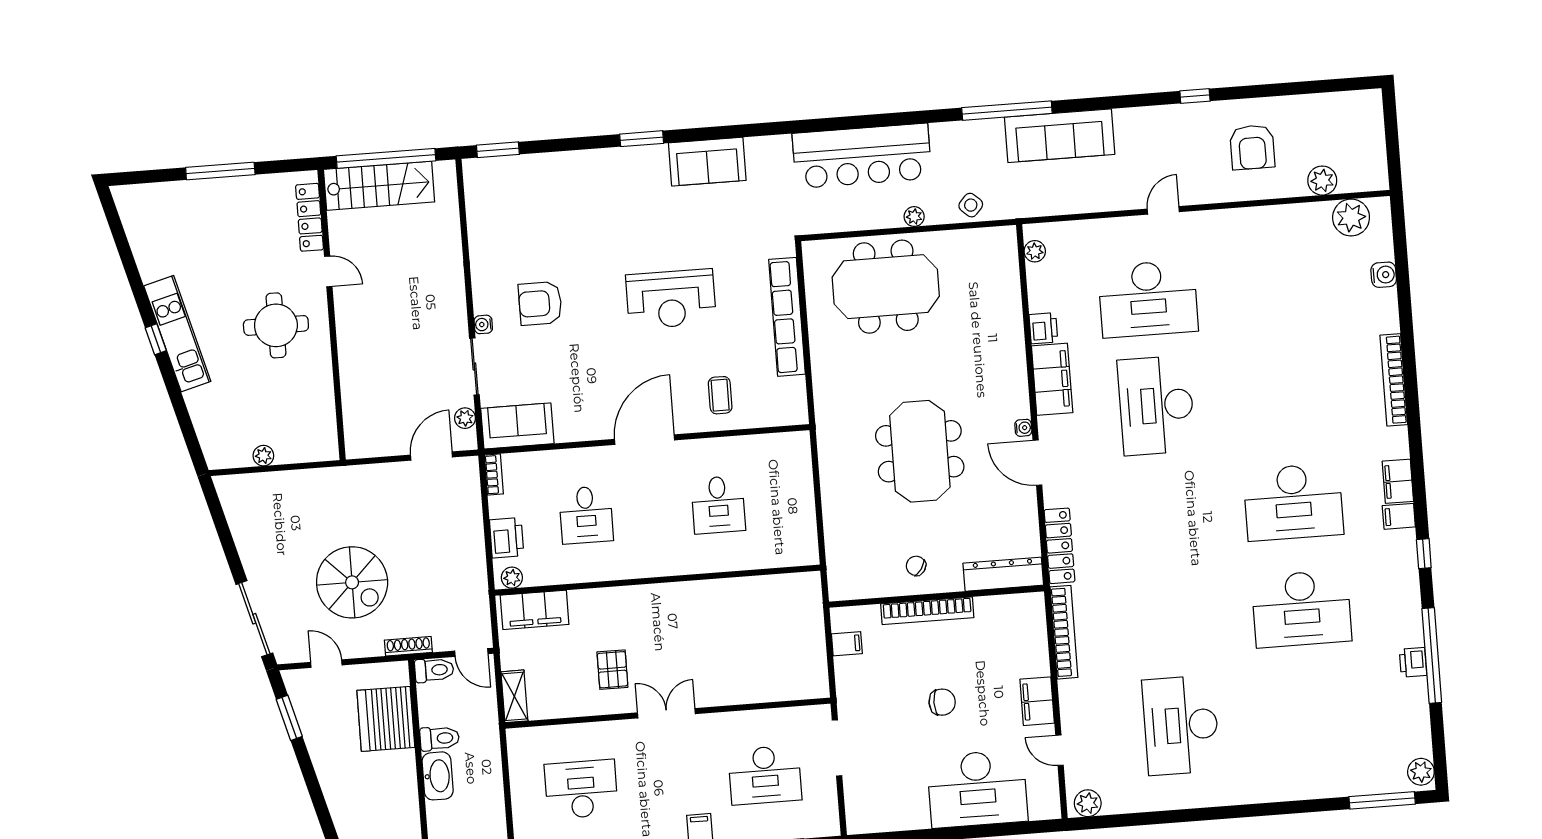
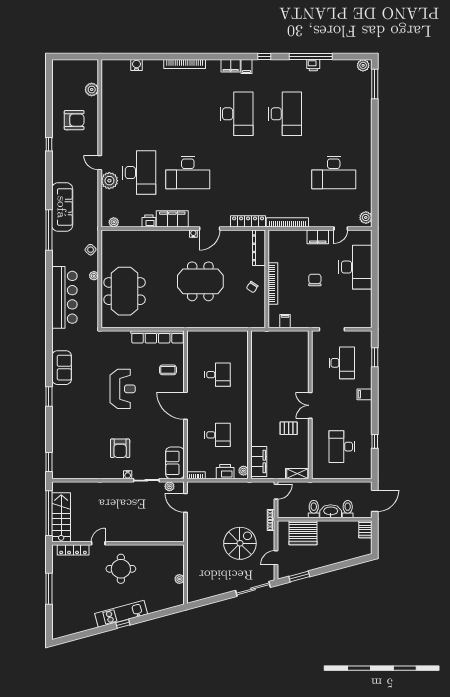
plant: (1351, 217) -> (109, 181), moved
row of seats: (787, 317) -> (158, 337), moved
toilet: (434, 670) -> (348, 509), moved

